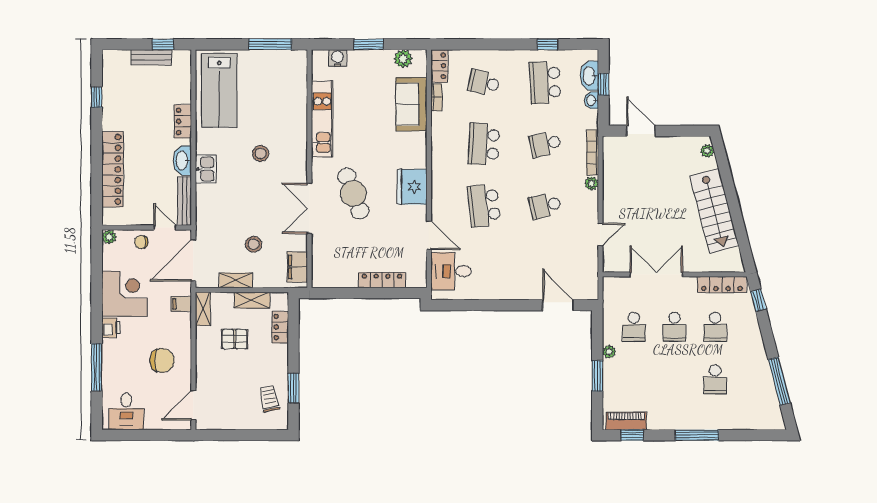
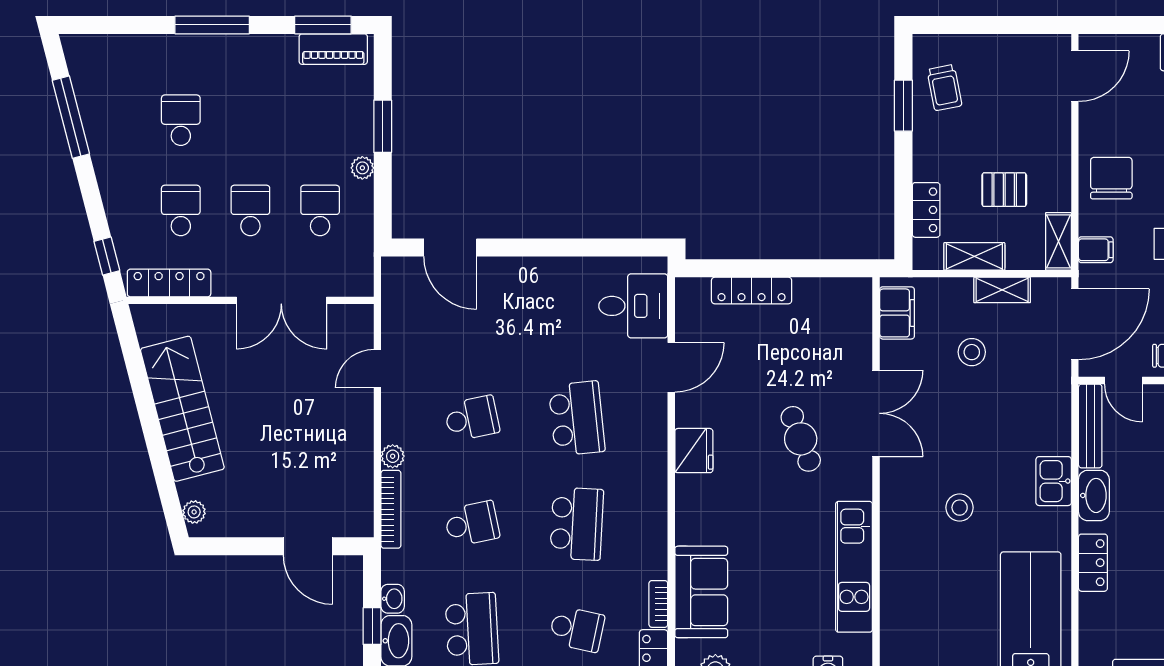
fridge: (412, 187) -> (694, 451), width x0.73, depth x0.75
cafe table: (353, 194) -> (801, 439), width x0.73, depth x0.74
door: (429, 235) -> (671, 367), swing flipped
chair: (162, 360) -> (1111, 178), moved, turned 90
window: (632, 435) -> (323, 25), width x1.50

